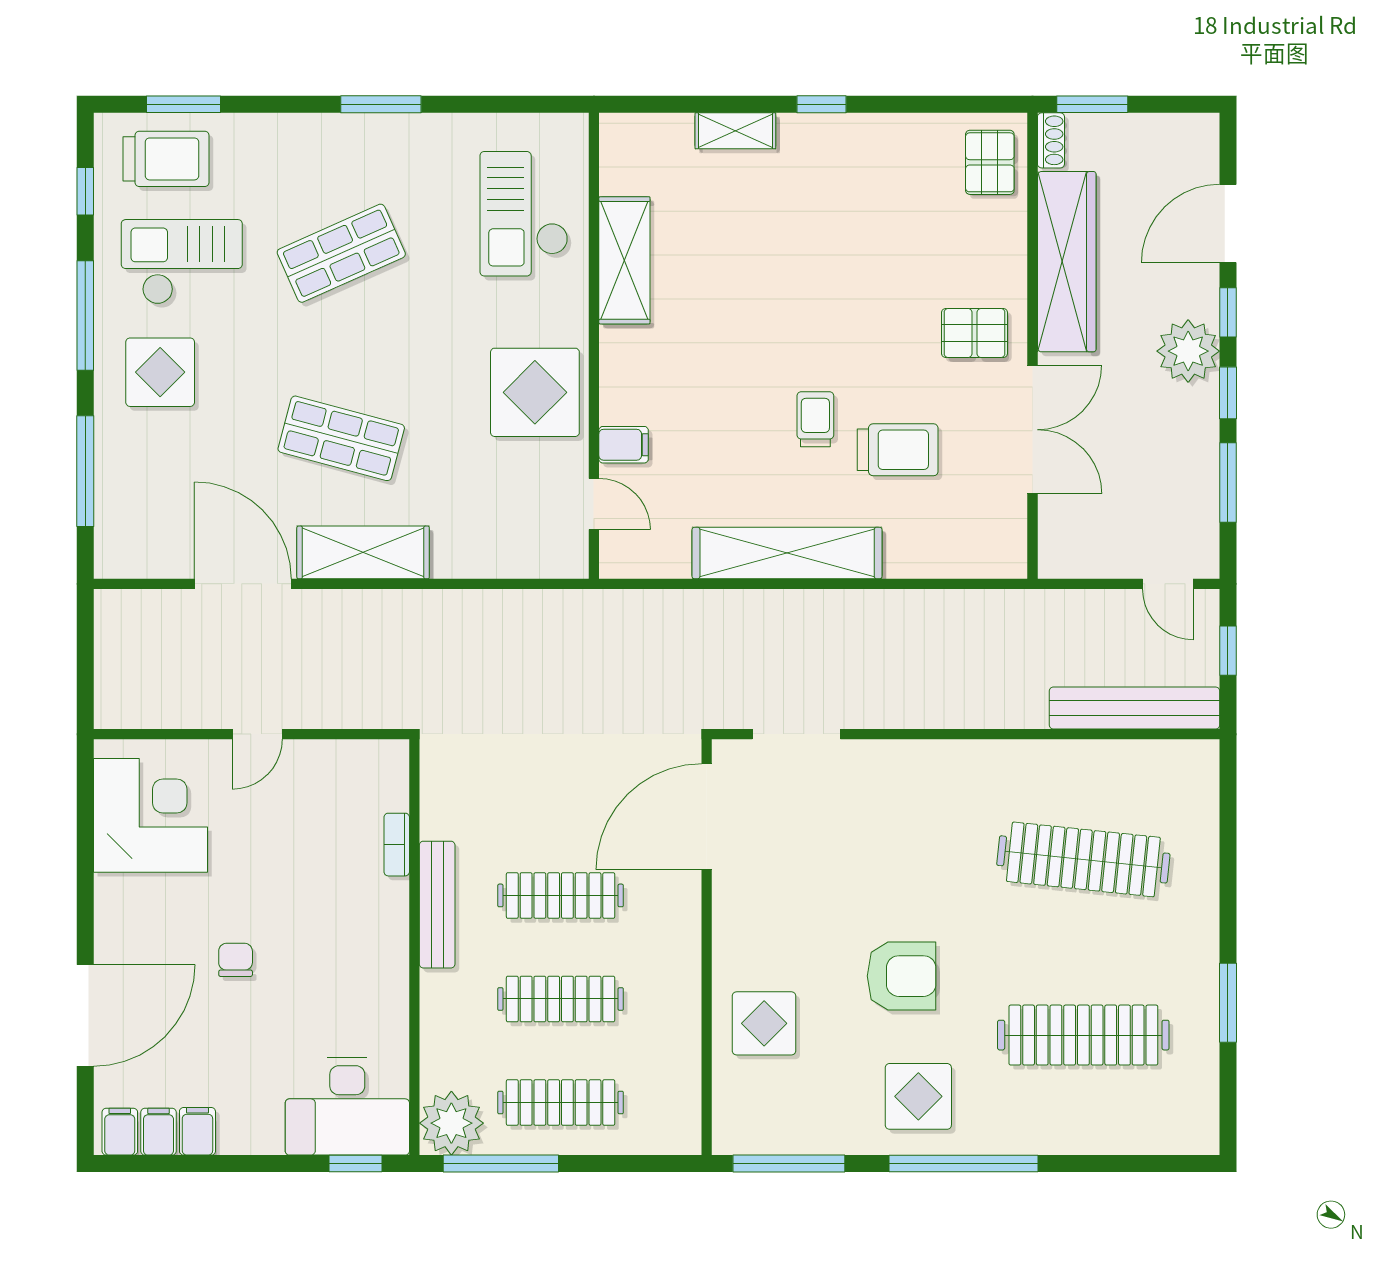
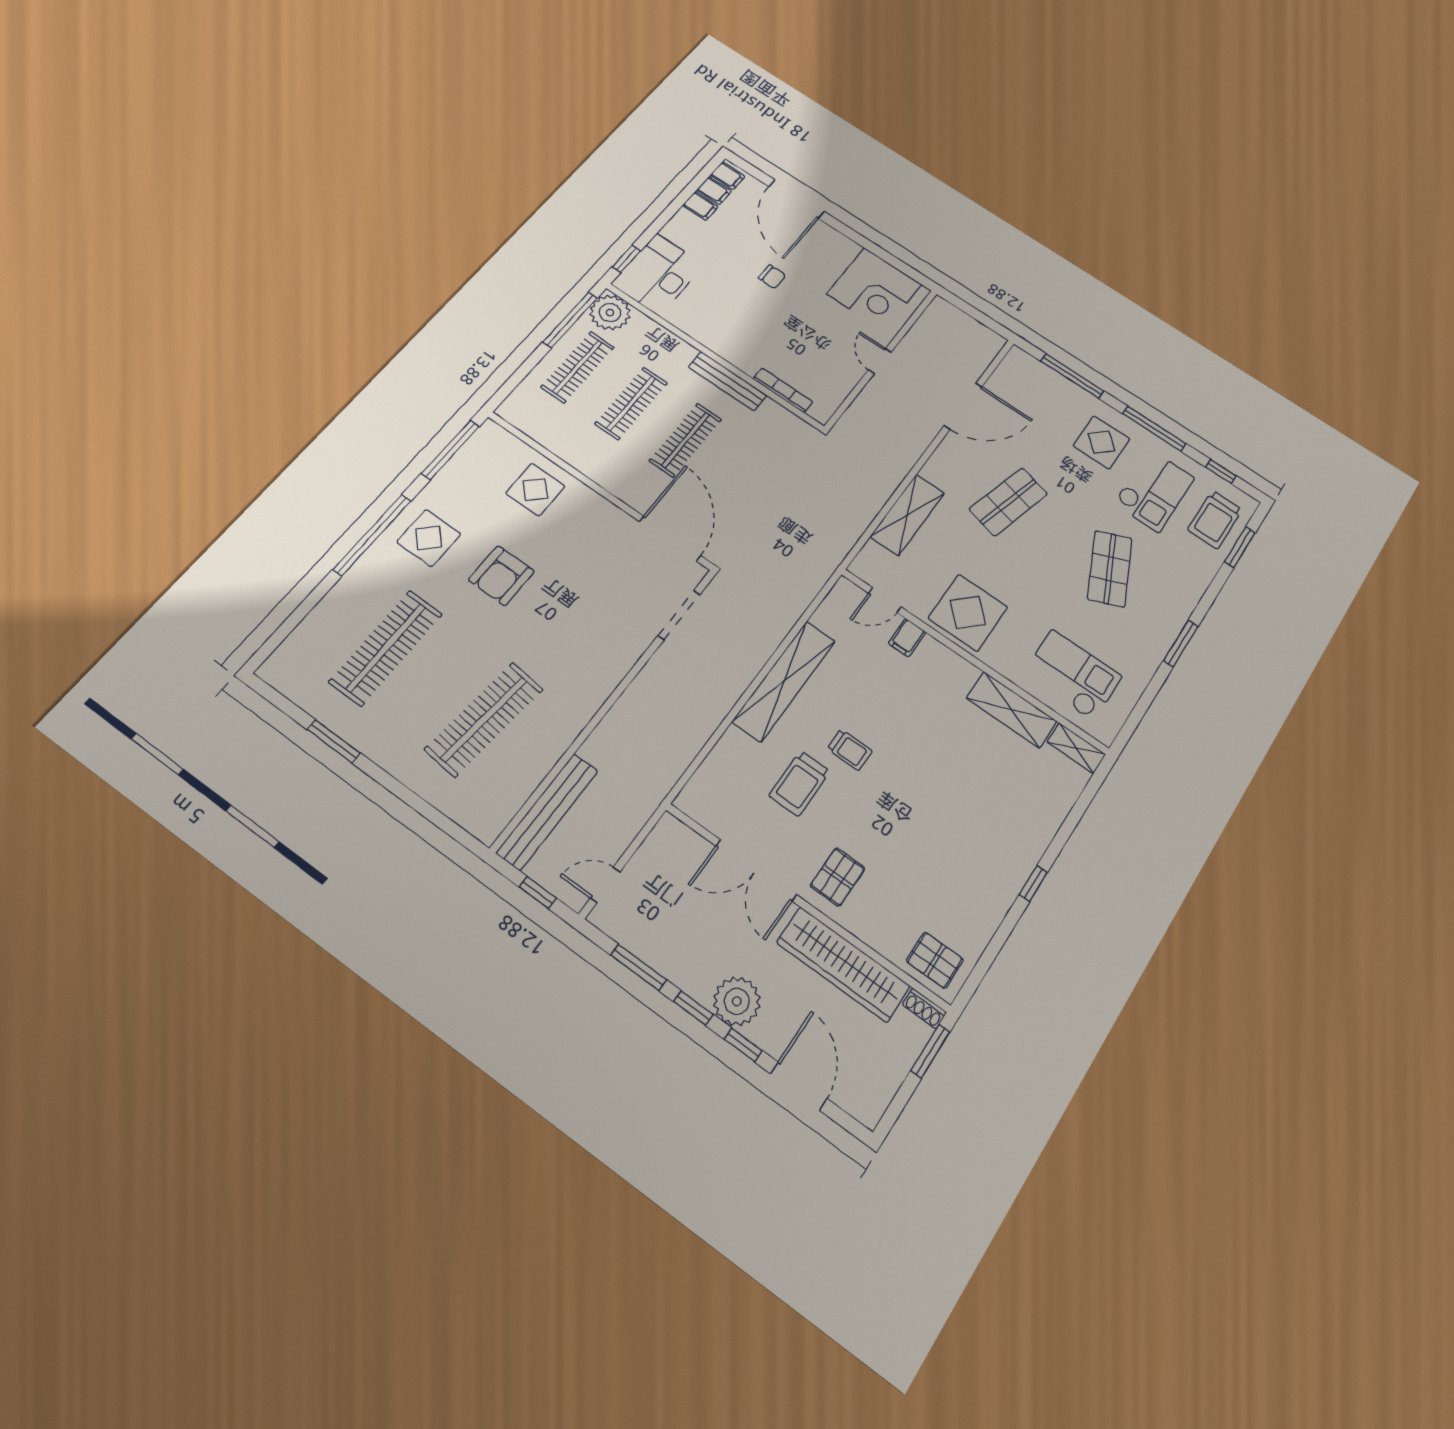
shelving: (735, 131) -> (1076, 748), moved, turned 90
shelving: (363, 552) -> (907, 515), moved
bookcase: (397, 845) -> (783, 390), width x1.56

